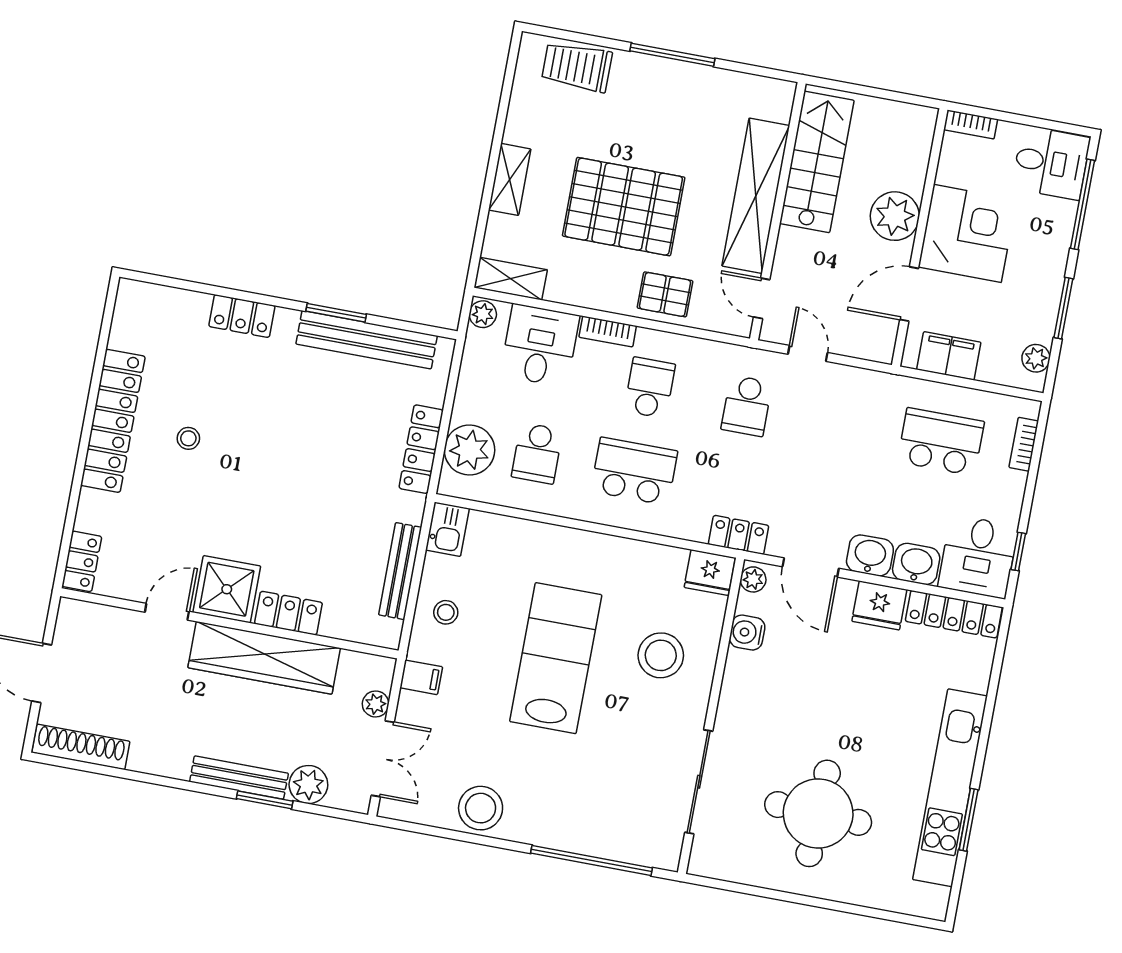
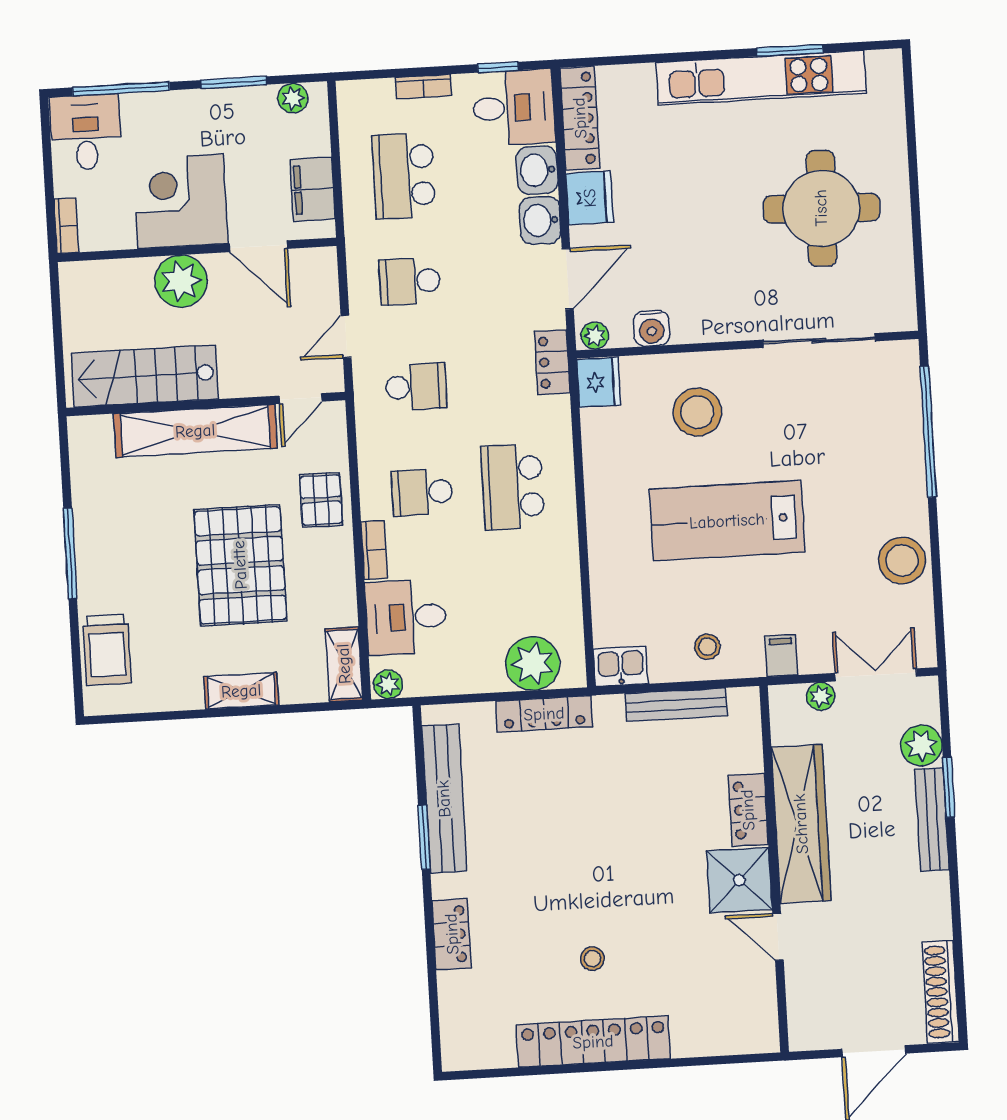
bookcase: (1024, 444) -> (423, 87), moved
school desk: (537, 453) -> (410, 281), moved, turned 180
locker: (82, 561) -> (748, 1038), removed

